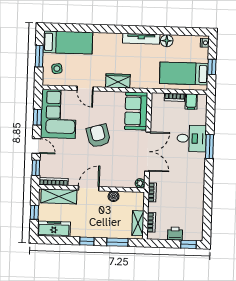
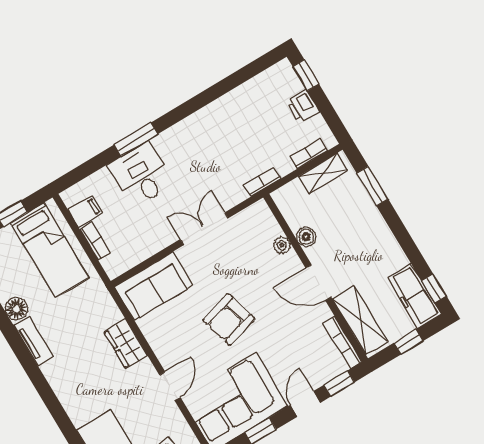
tv unit: (141, 39) -> (34, 341), width x0.71
double door: (148, 152) -> (204, 229), width x0.73
plant: (140, 183) -> (282, 245), moved
window: (87, 241) -> (434, 288), moved

